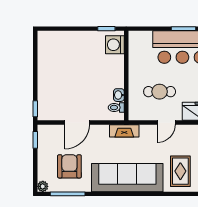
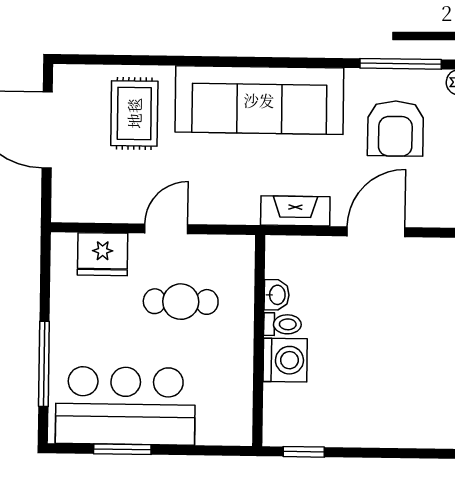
washing machine: (115, 45) -> (285, 360), moved
toilet: (116, 107) -> (283, 324), moved
fireplace: (124, 131) -> (295, 211), moved

